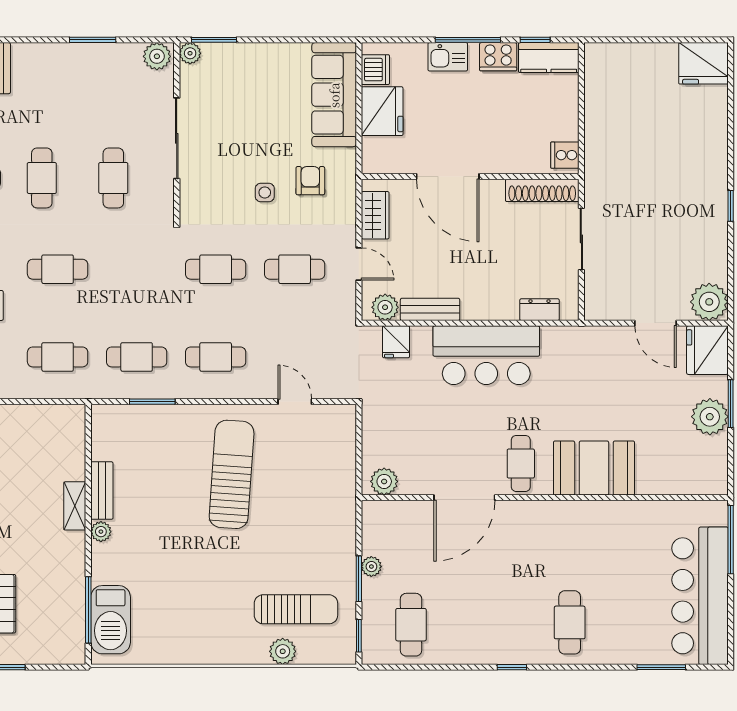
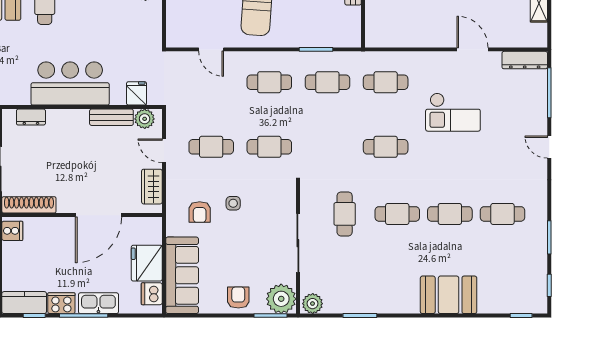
plant: (190, 53) -> (281, 299), width x1.87, depth x1.87
kitchen sink: (448, 57) -> (98, 303), width x1.38
armchair: (258, 64) -> (238, 298), added
door: (448, 177) -> (98, 215), swing flipped
cafe table: (42, 178) -> (397, 214), turned 90

